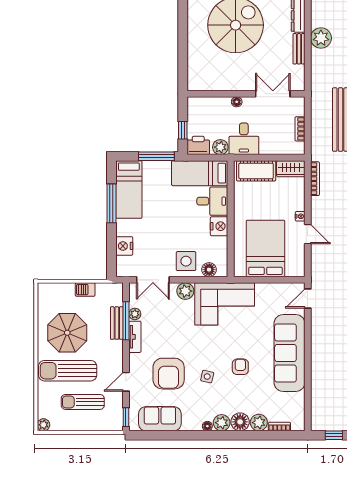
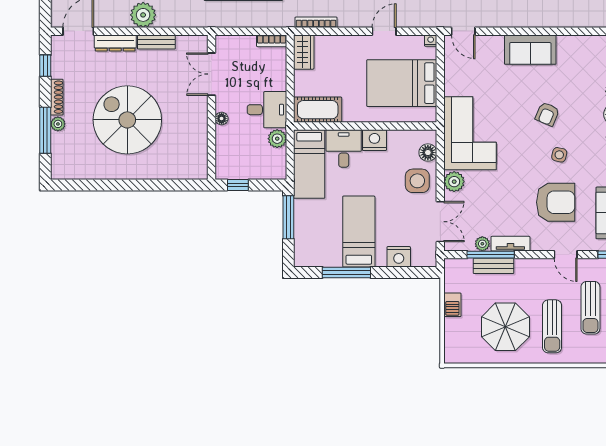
bookcase: (300, 129) -> (272, 41), moved
window: (183, 130) -> (238, 185), moved
printer: (198, 145) -> (275, 166), removed
cot: (256, 171) -> (318, 110), moved, turned 90
bed: (129, 189) -> (359, 232), moved, turned -90
nightstand: (300, 216) -> (431, 41), moved
sofa: (289, 353) -> (530, 50), width x0.54, depth x0.79
armchair: (240, 367) -> (547, 114), turned -67
sun lounger: (68, 371) -> (552, 326), width x0.73, depth x0.75

